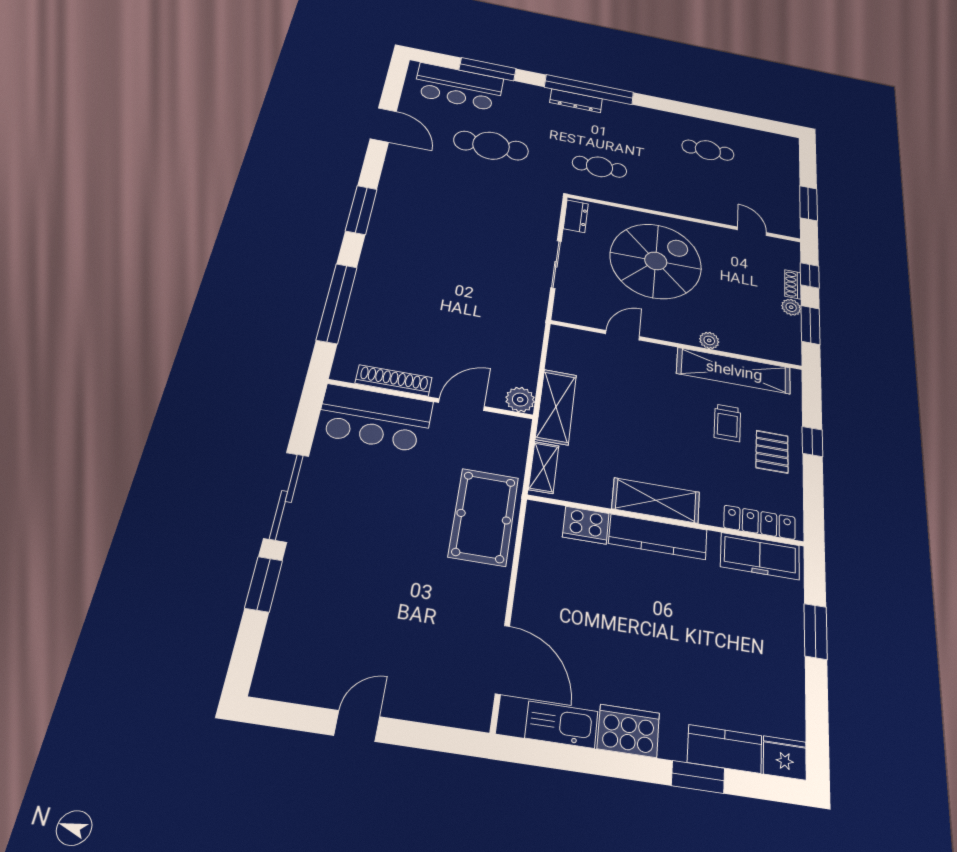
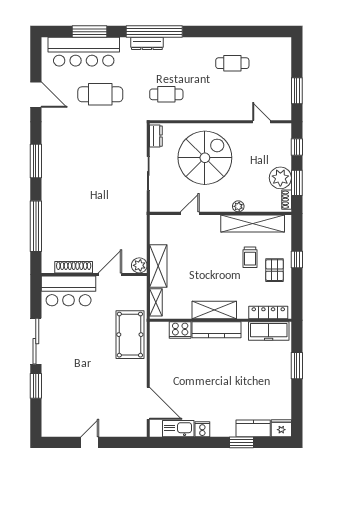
bar counter: (459, 87) -> (84, 52), width x1.36
shoe rack: (793, 284) -> (287, 200), moved
plant: (791, 307) -> (280, 178), width x1.88, depth x1.88
cooker: (628, 731) -> (202, 429), width x0.53, depth x0.76

